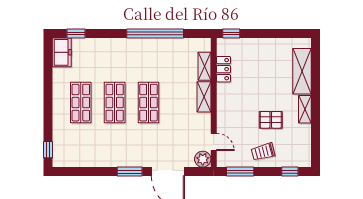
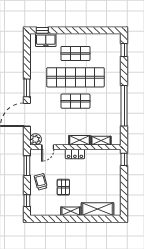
freezer: (62, 52) -> (46, 40), moved
locker: (223, 69) -> (75, 154), moved
shop shelf: (115, 103) -> (75, 77), width x2.00, depth x1.36

